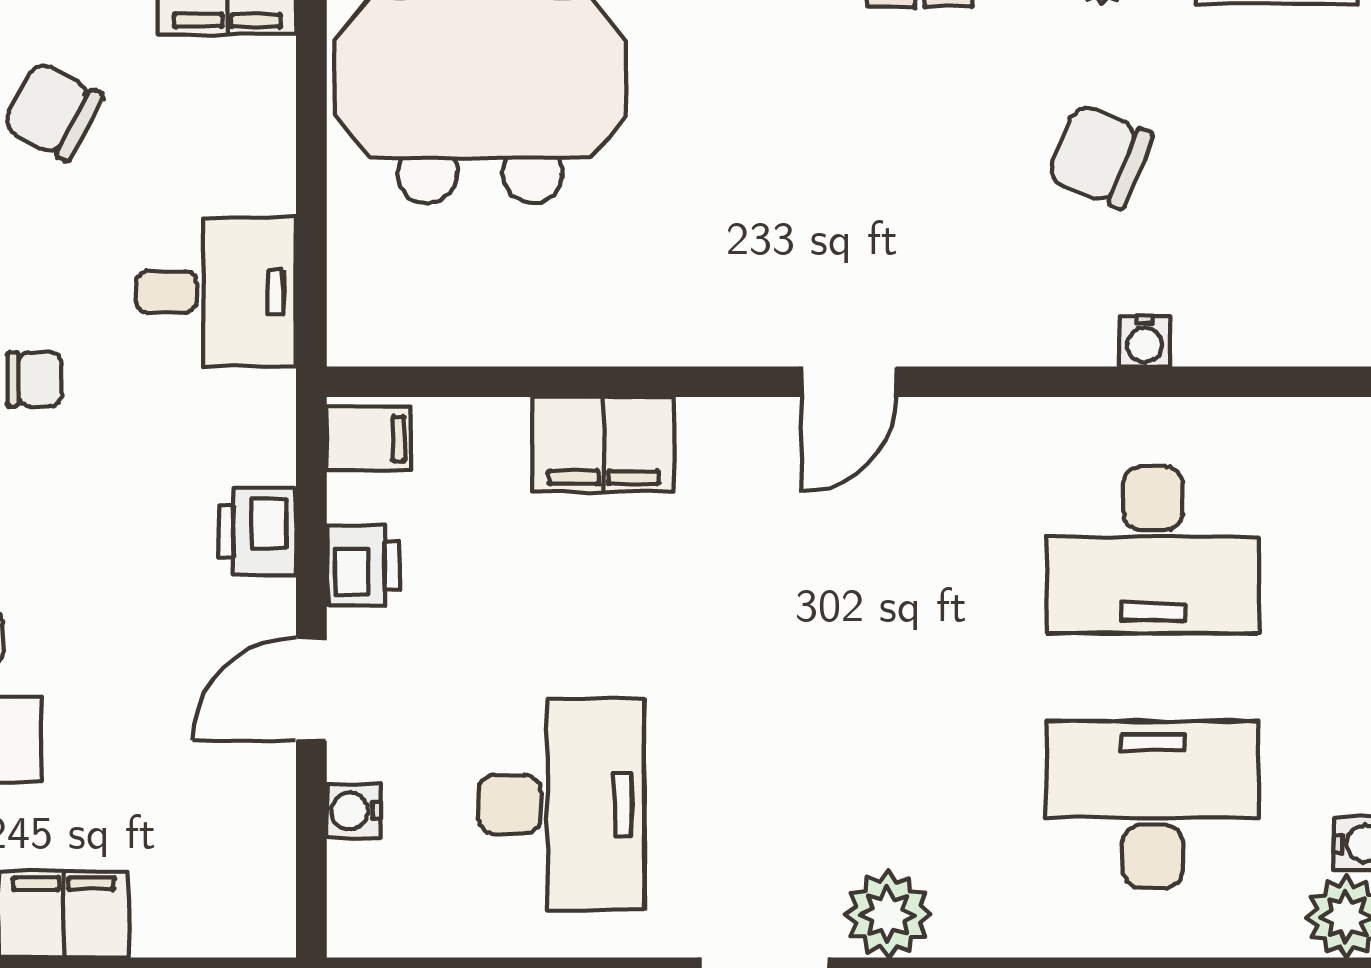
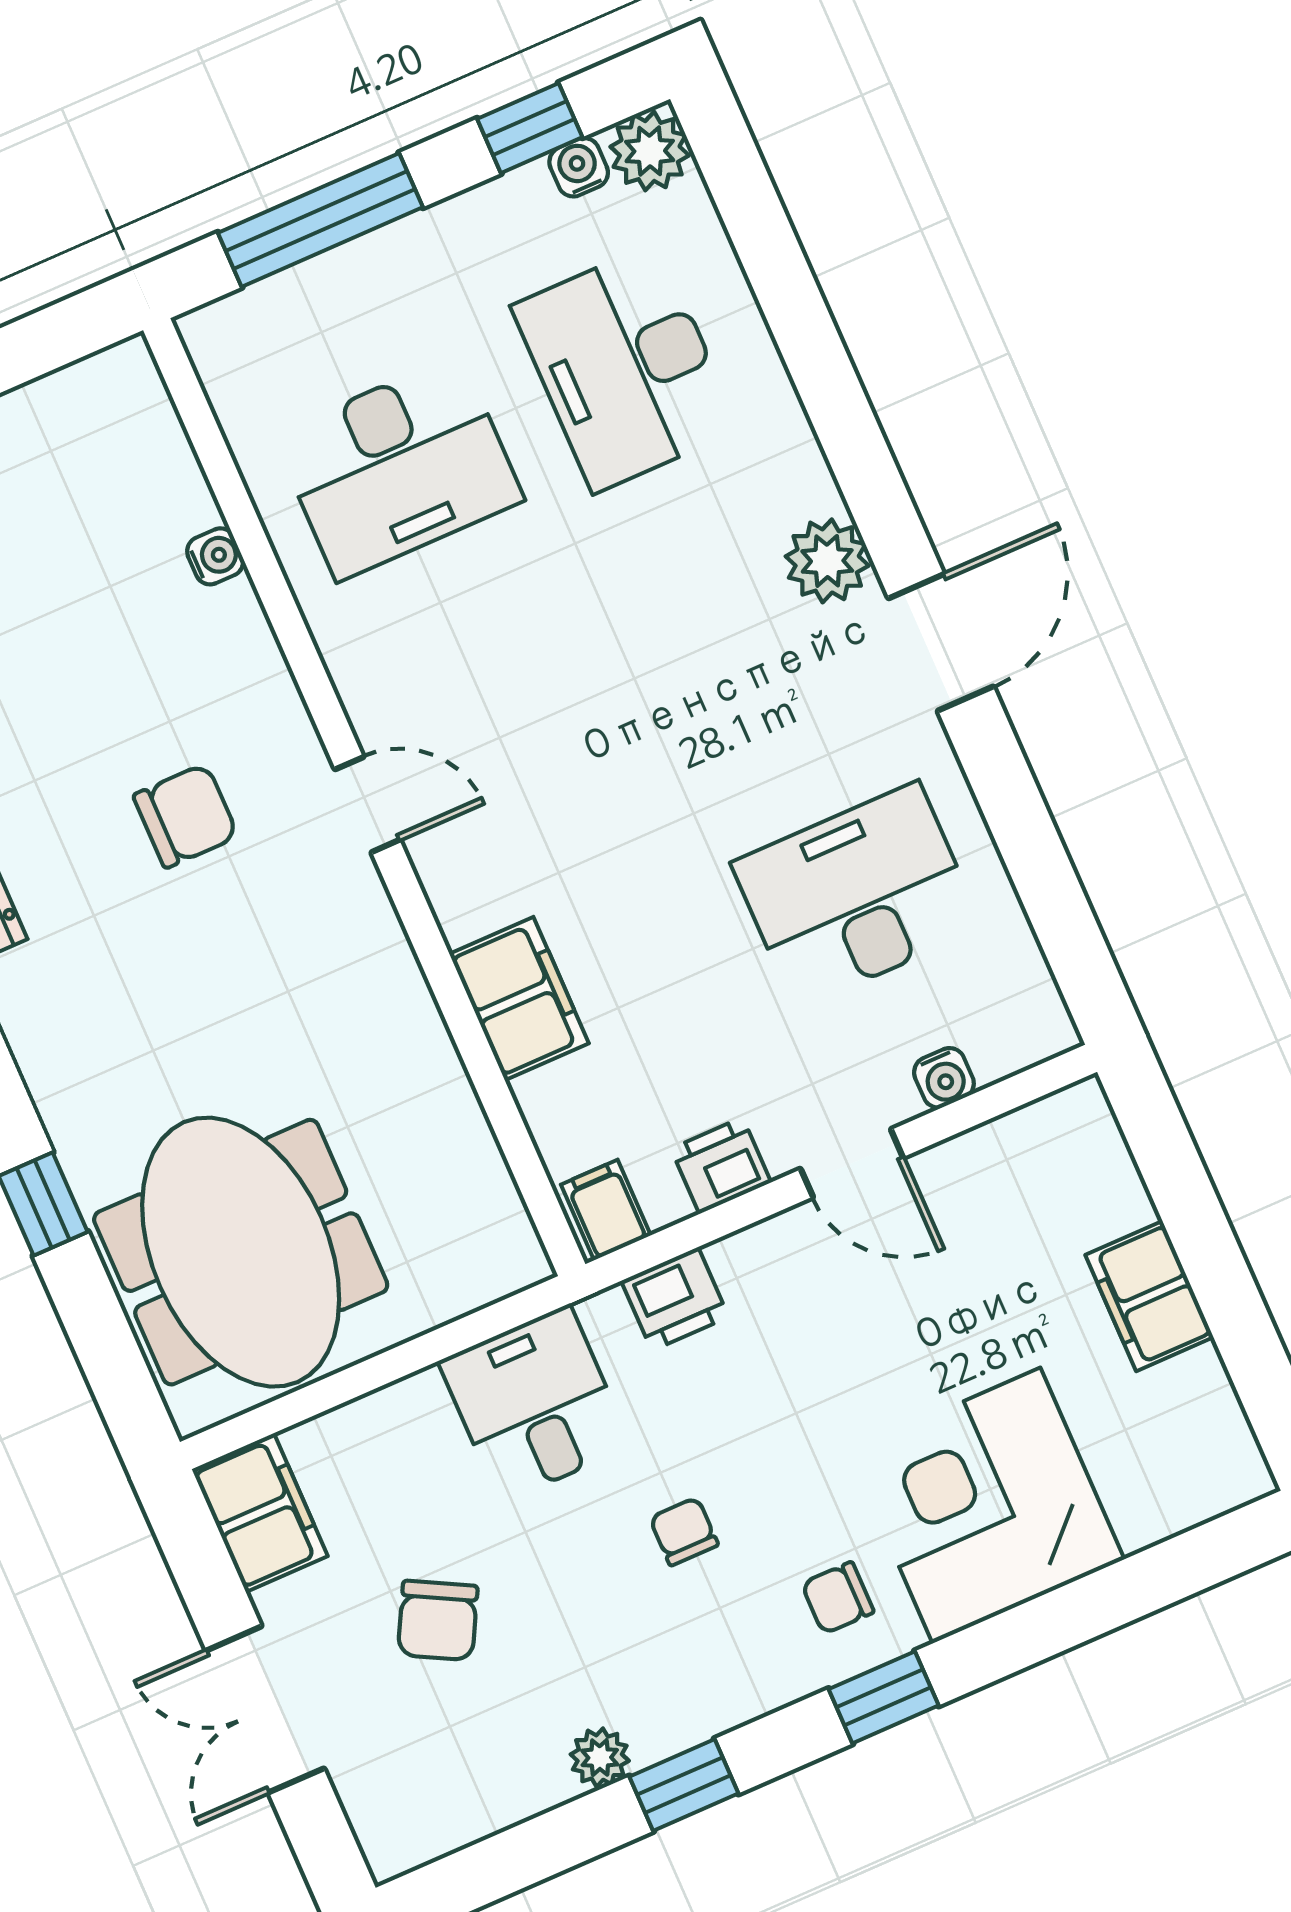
chair: (1100, 156) -> (186, 816), moved, turned -112
printer: (257, 531) -> (675, 1299), moved
desk: (1153, 550) -> (398, 467), turned 90

